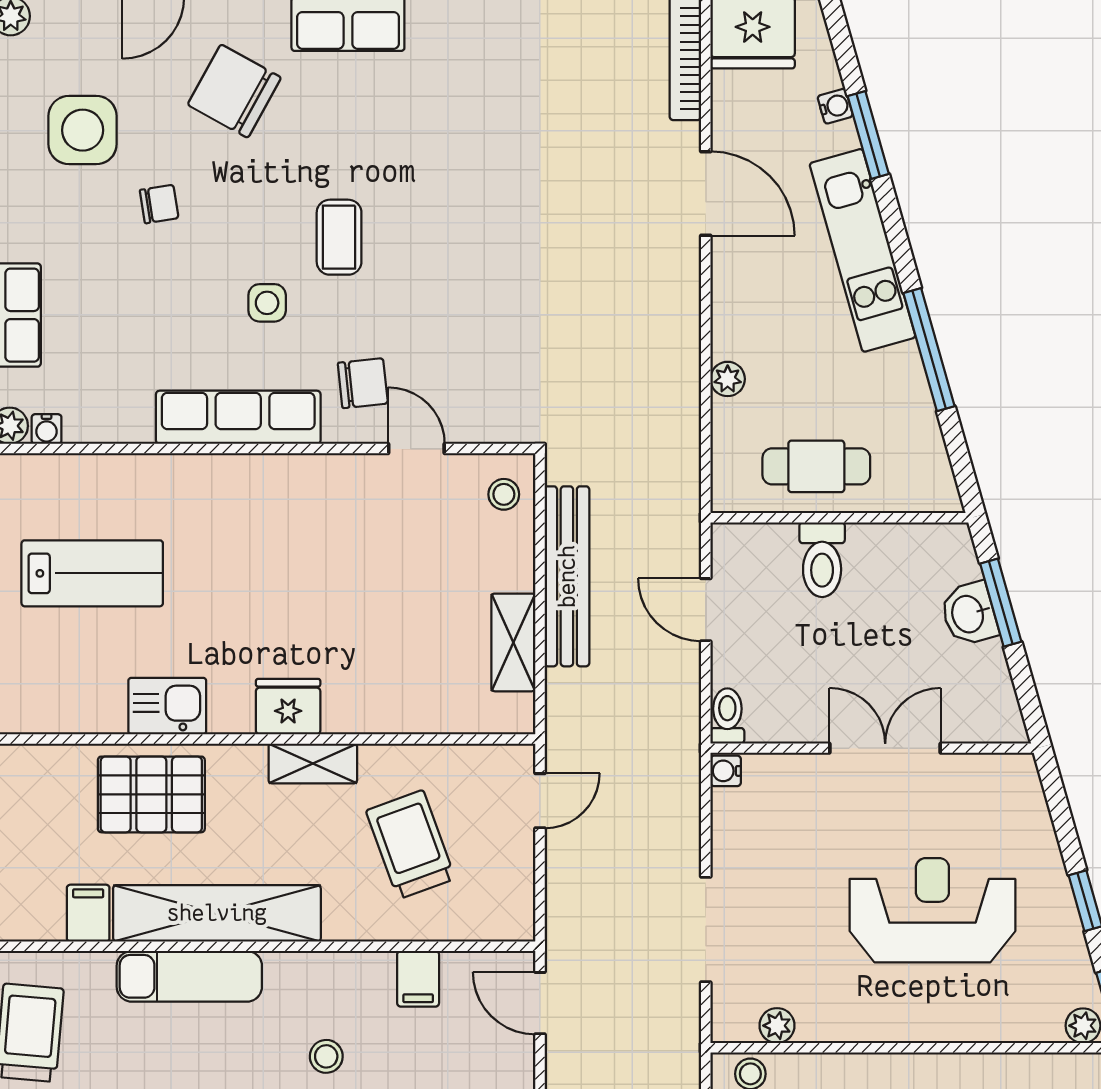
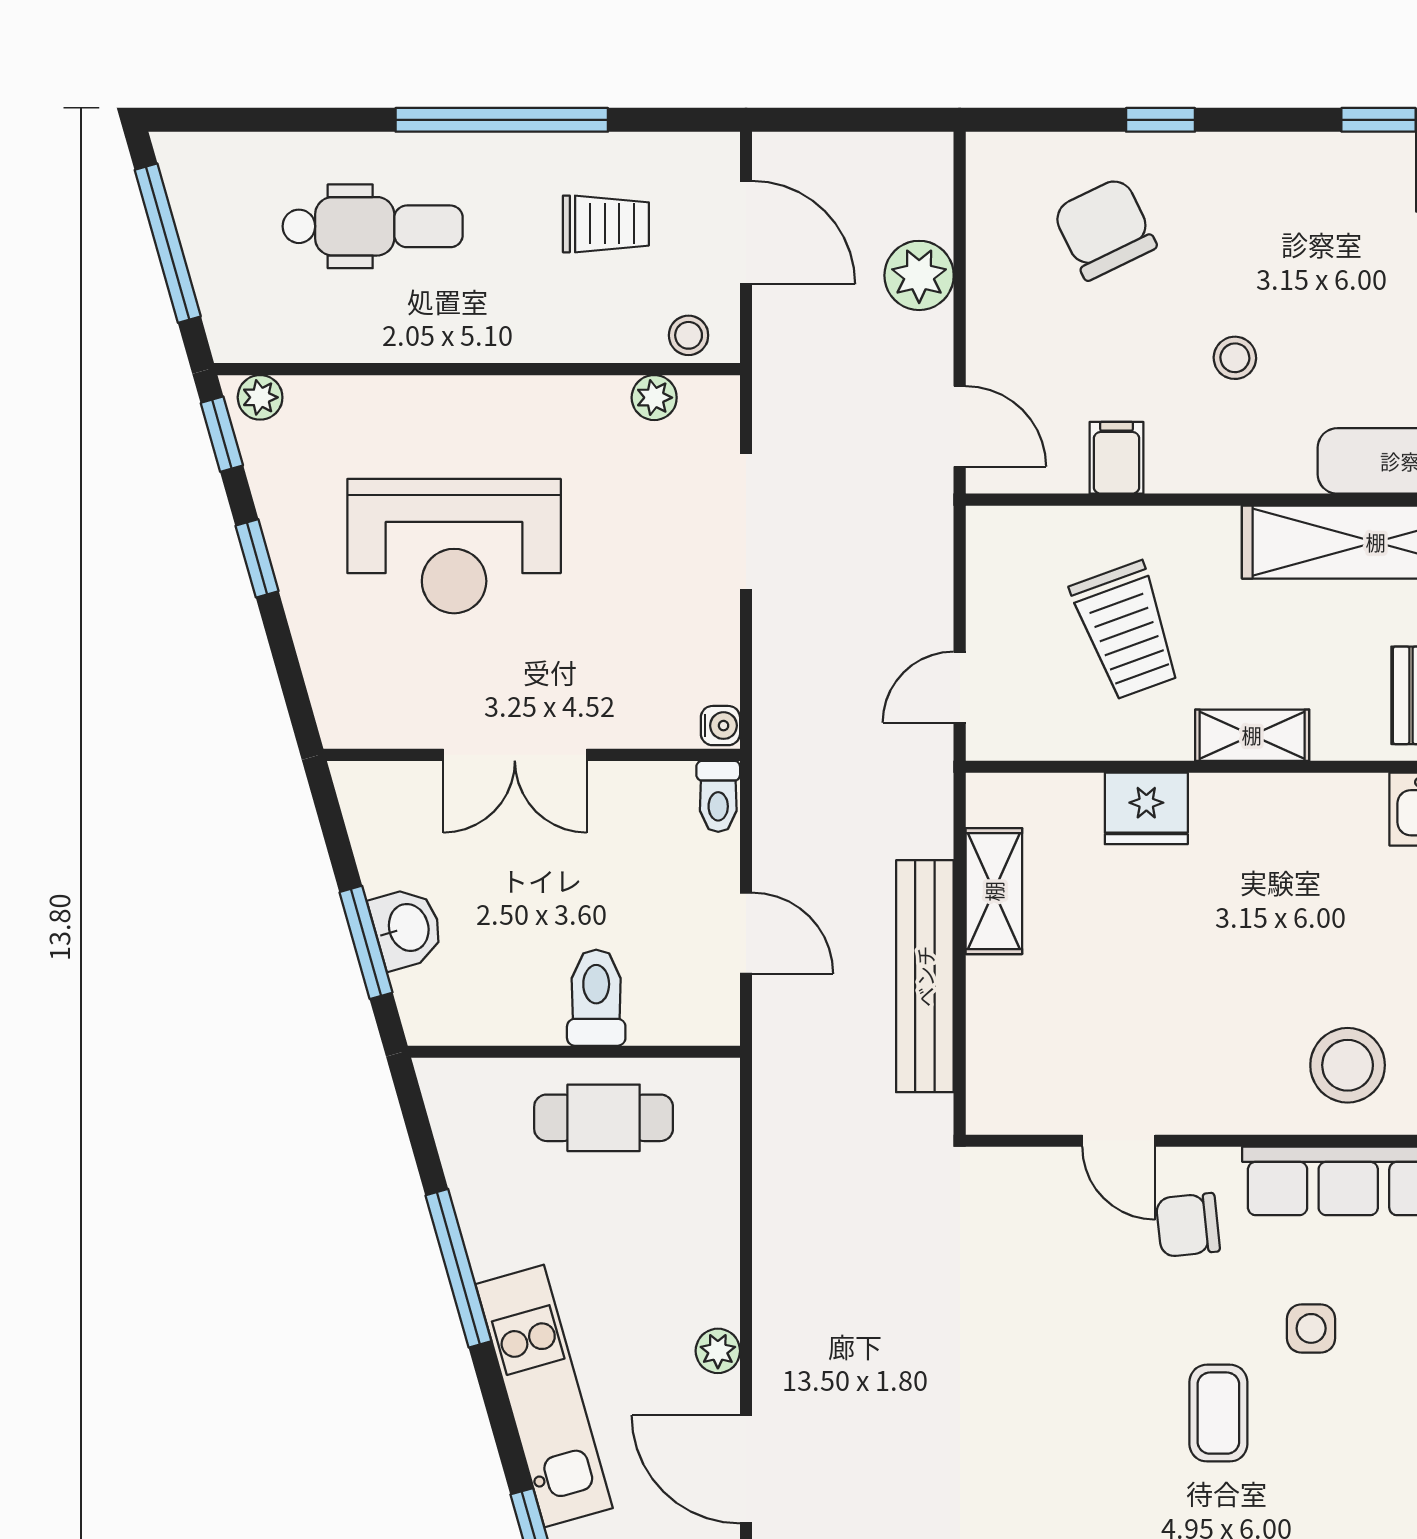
plant: (728, 379) -> (718, 1351), moved
stool: (504, 494) -> (1348, 1065), moved, width x1.89, depth x1.89
fridge: (288, 707) -> (1146, 808), moved

